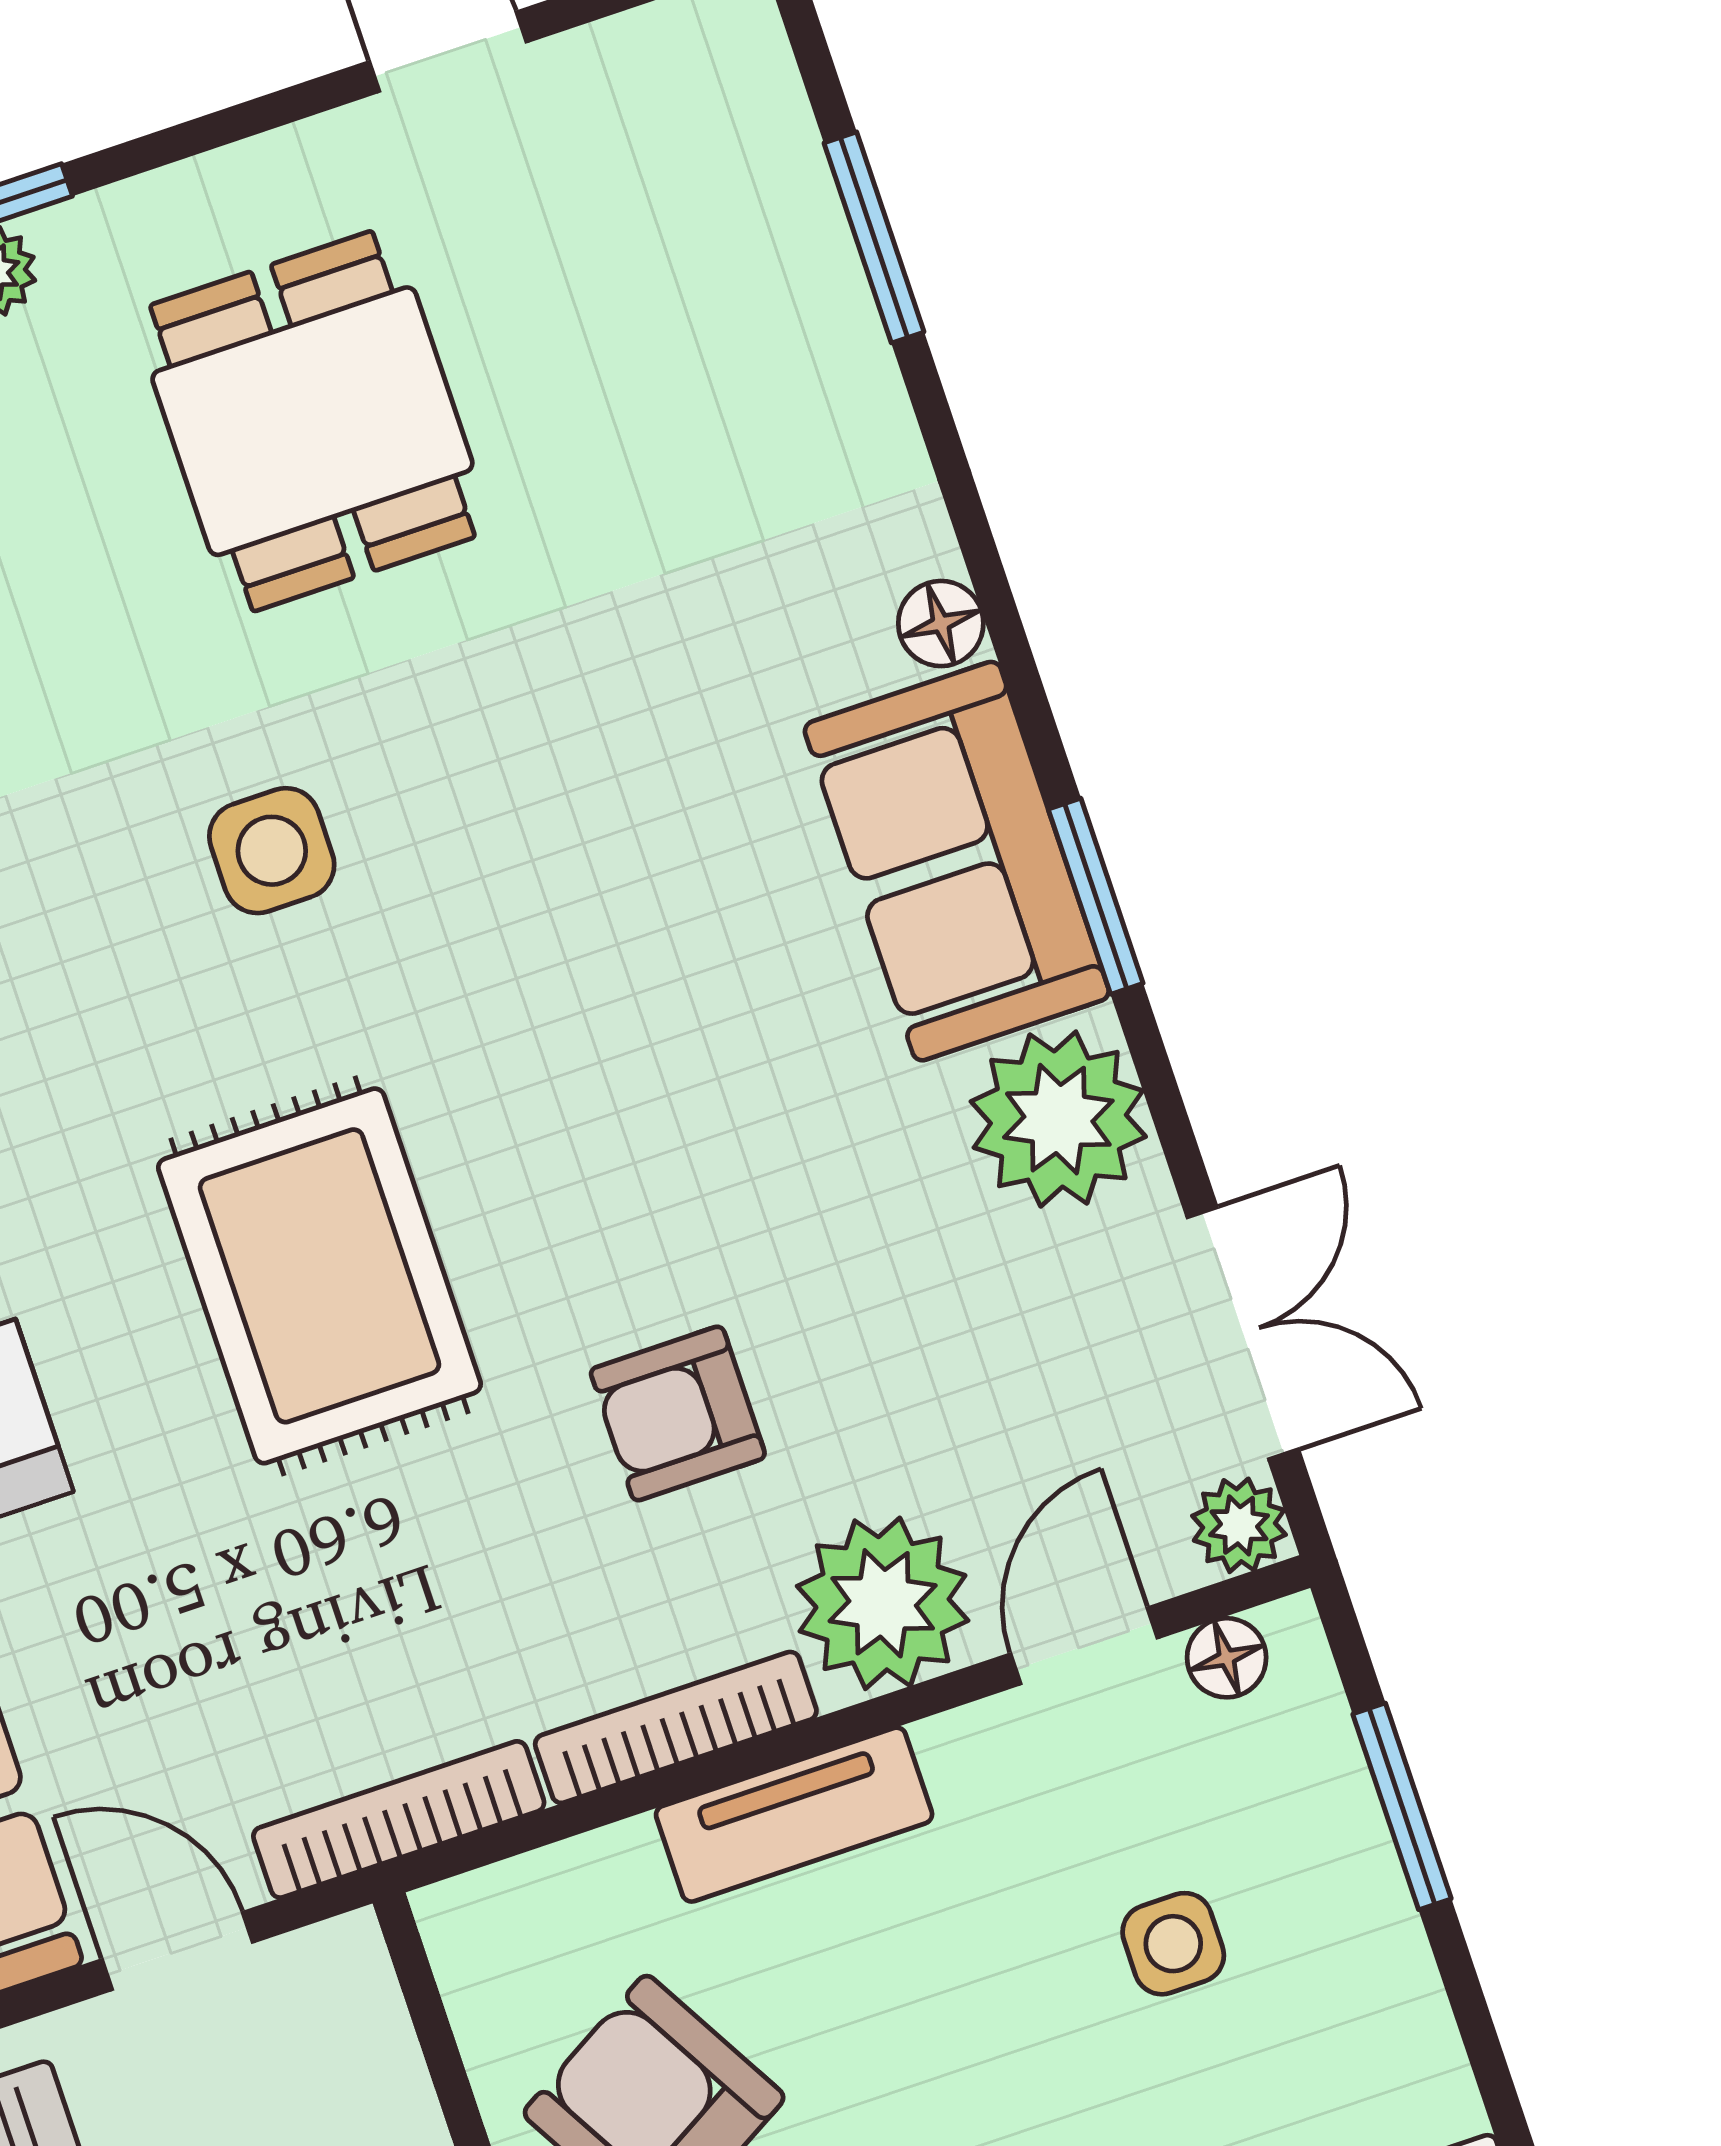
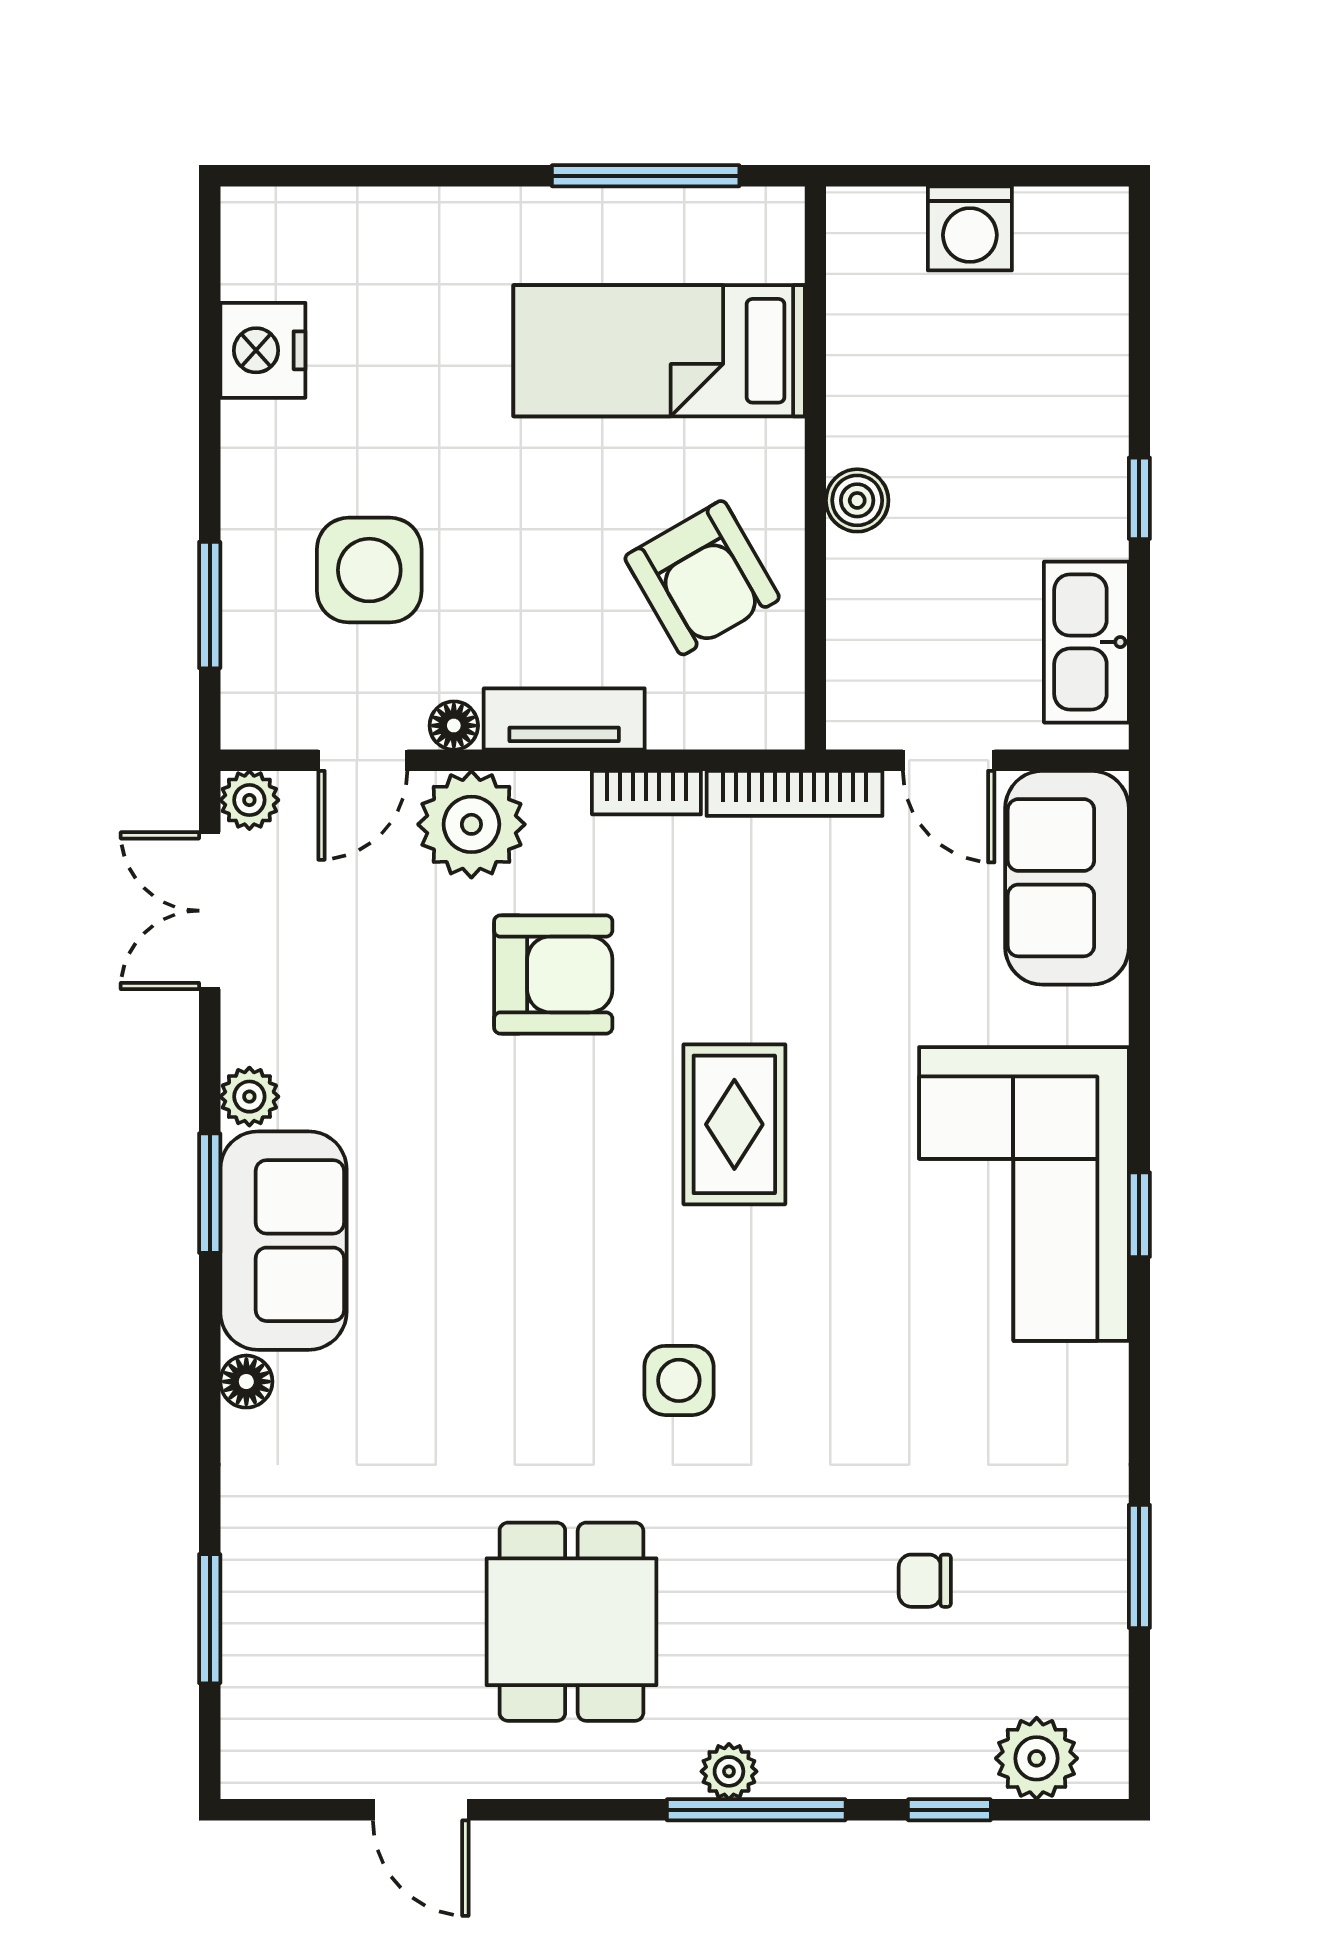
plant: (1058, 1119) -> (249, 1097), width x0.53, depth x0.53
rug: (319, 1276) -> (734, 1124), width x0.73, depth x0.70
armchair: (678, 1413) -> (553, 974), width x1.38, depth x1.38
floor lamp: (1227, 1658) -> (454, 726), moved
bookcase: (676, 1727) -> (646, 793), width x0.64
side table: (1173, 1944) -> (369, 570), width x1.87, depth x1.87

